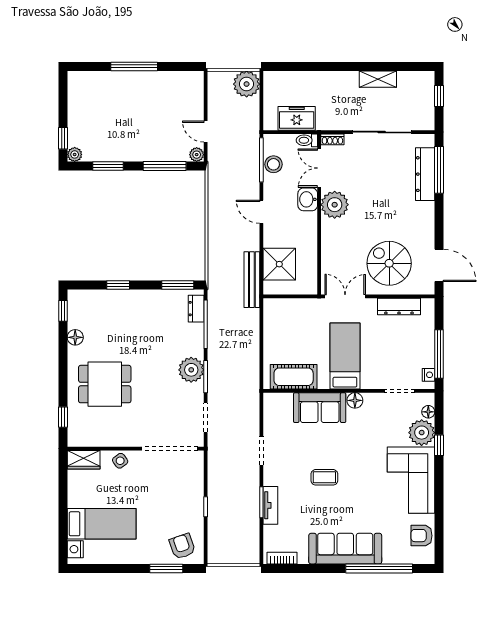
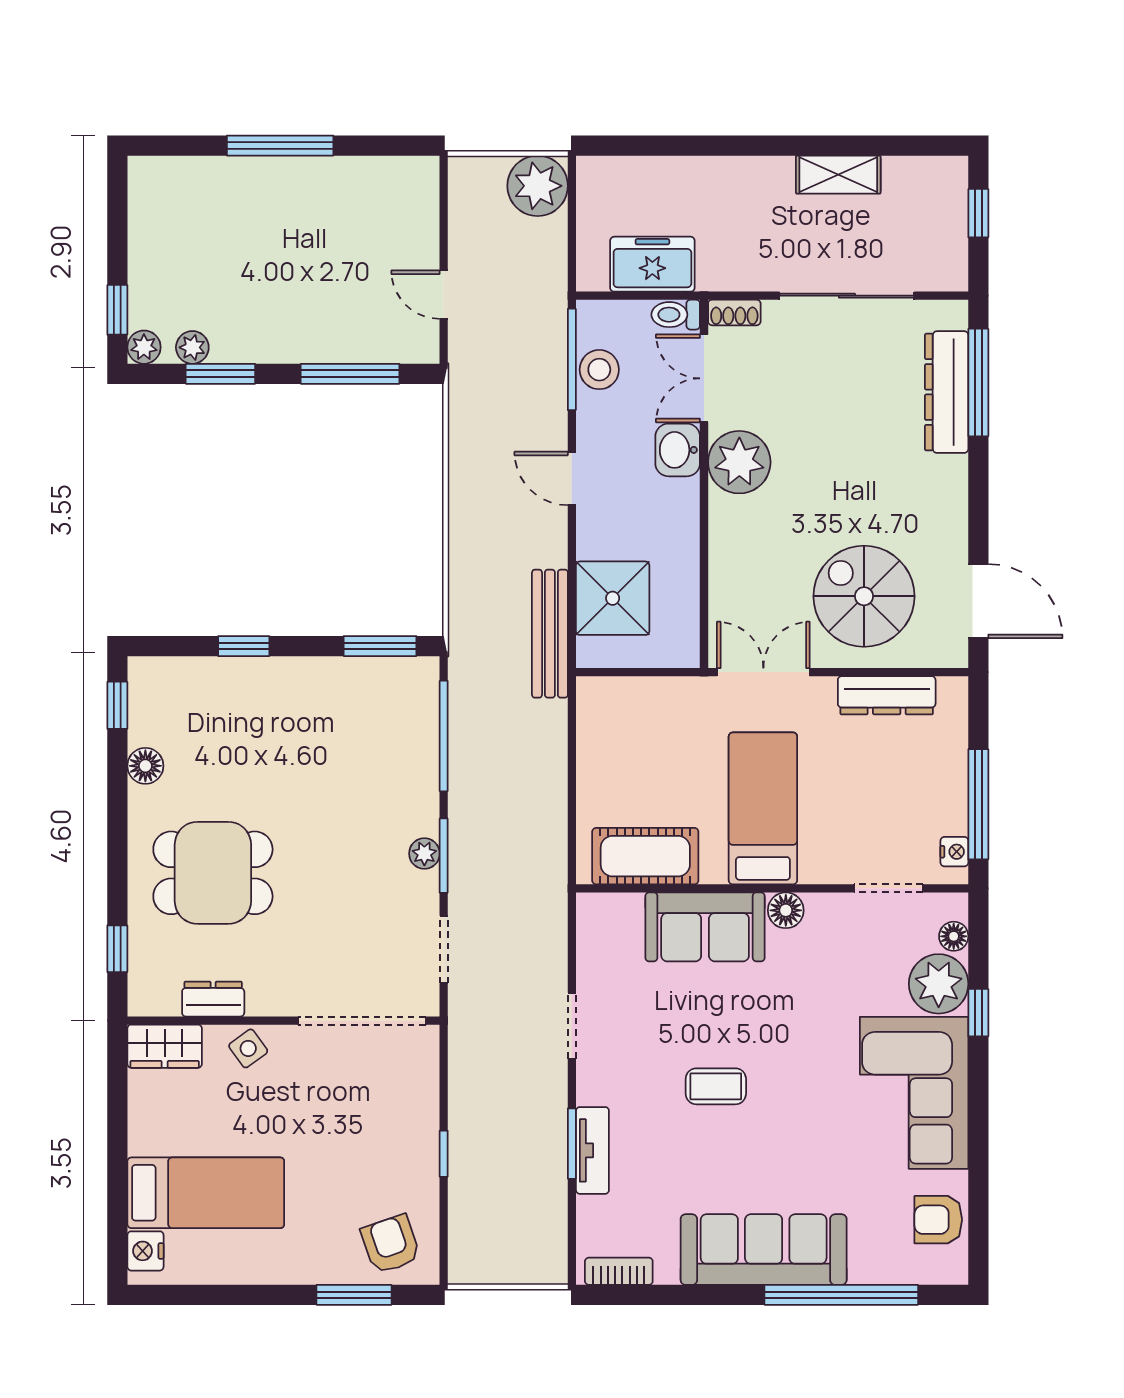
plant: (197, 155) -> (192, 347), moved
dresser: (196, 309) -> (213, 999), moved, turned 90
plant: (191, 370) -> (424, 854), width x0.53, depth x0.53

